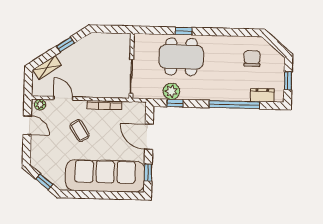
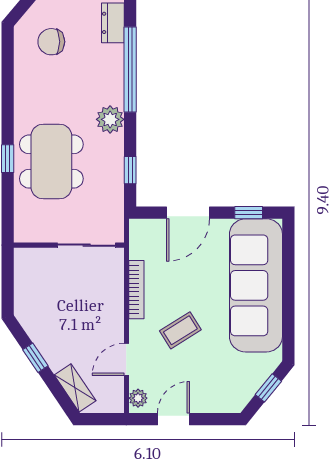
plant: (171, 91) -> (110, 119), moved

